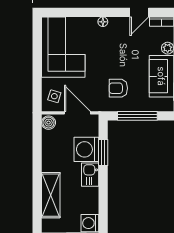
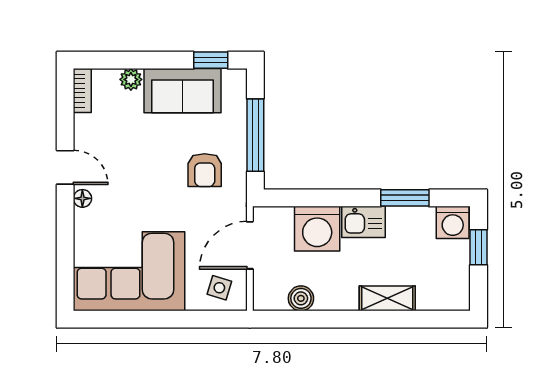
door: (139, 12) -> (65, 167), moved
boiler: (49, 123) -> (301, 298), moved
window: (103, 152) -> (405, 198), moved
shelving: (51, 195) -> (387, 298), width x0.67, depth x0.75

